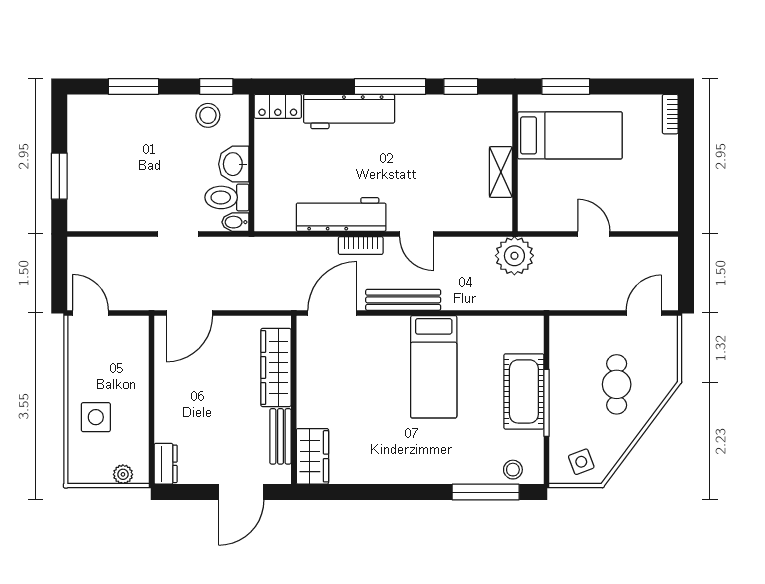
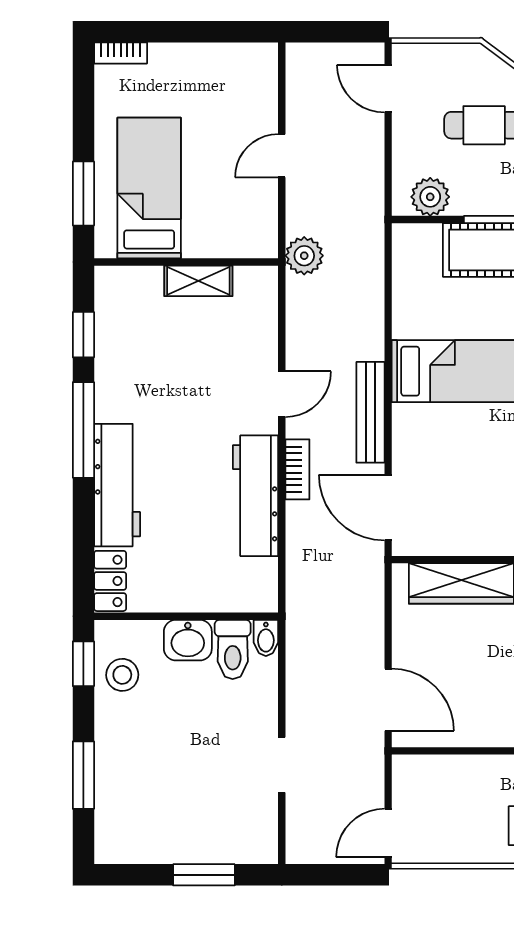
doorway: (178, 234) -> (282, 765), moved
plant: (514, 256) -> (304, 256), width x0.73, depth x0.73
plant: (563, 344) -> (430, 197), added

